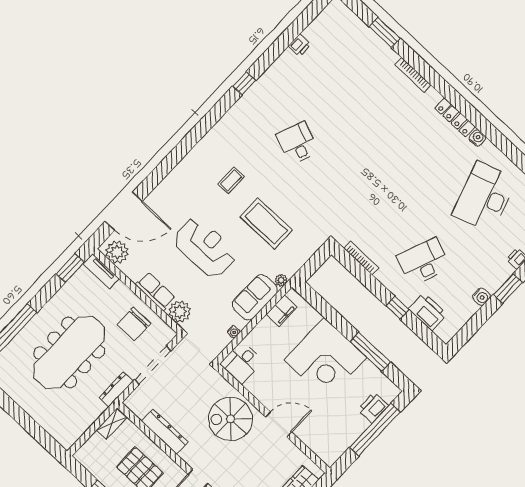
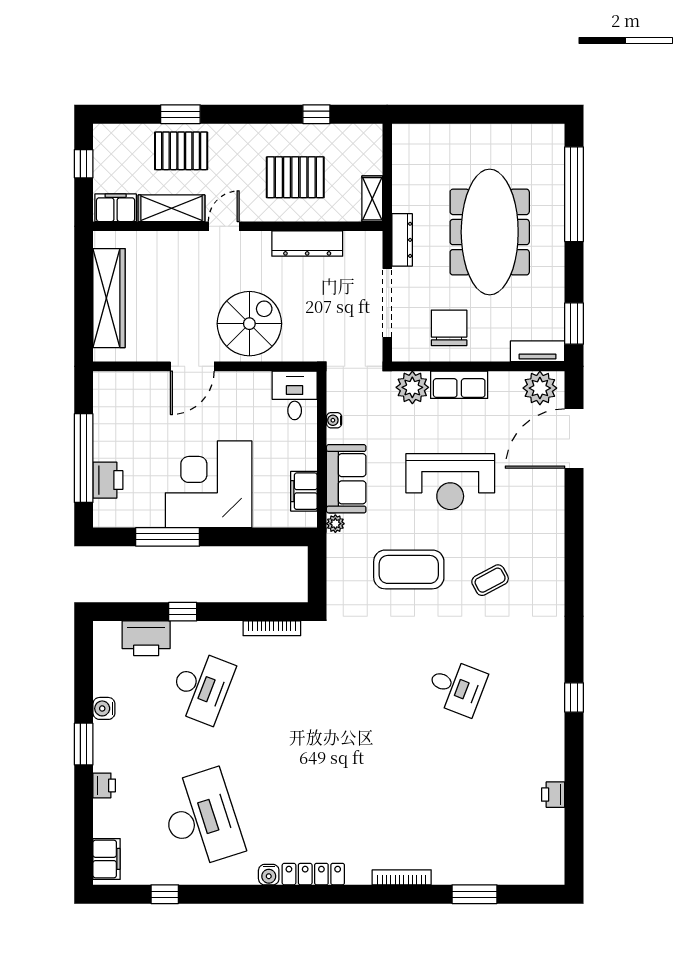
coffee table: (231, 180) -> (490, 580), turned 62

